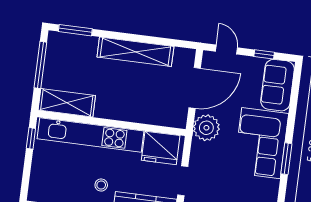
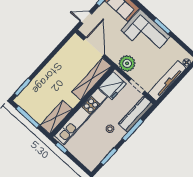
shelving: (135, 52) -> (92, 79), moved
plant: (206, 128) -> (127, 63), moved

